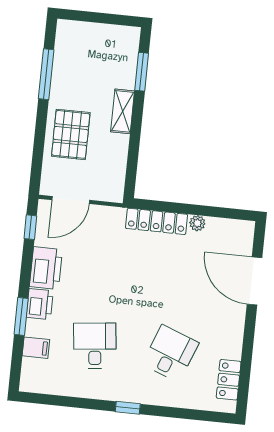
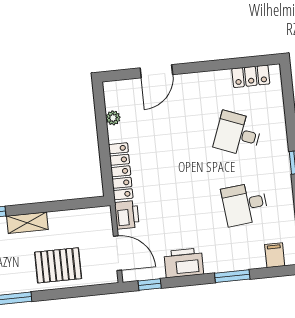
plant: (197, 223) -> (113, 118), moved
door: (254, 281) -> (156, 71), width x0.73
printer: (40, 304) -> (127, 215), moved, turned 90
filing cabinet: (36, 348) -> (275, 255), moved

